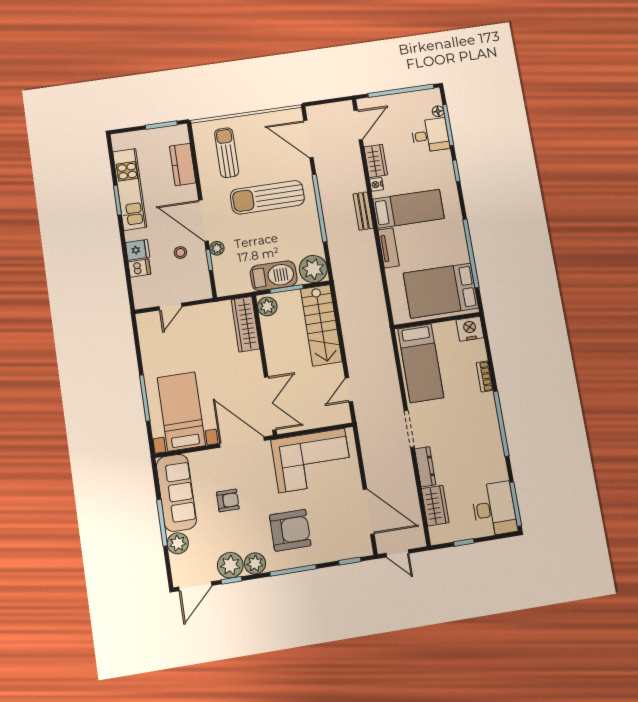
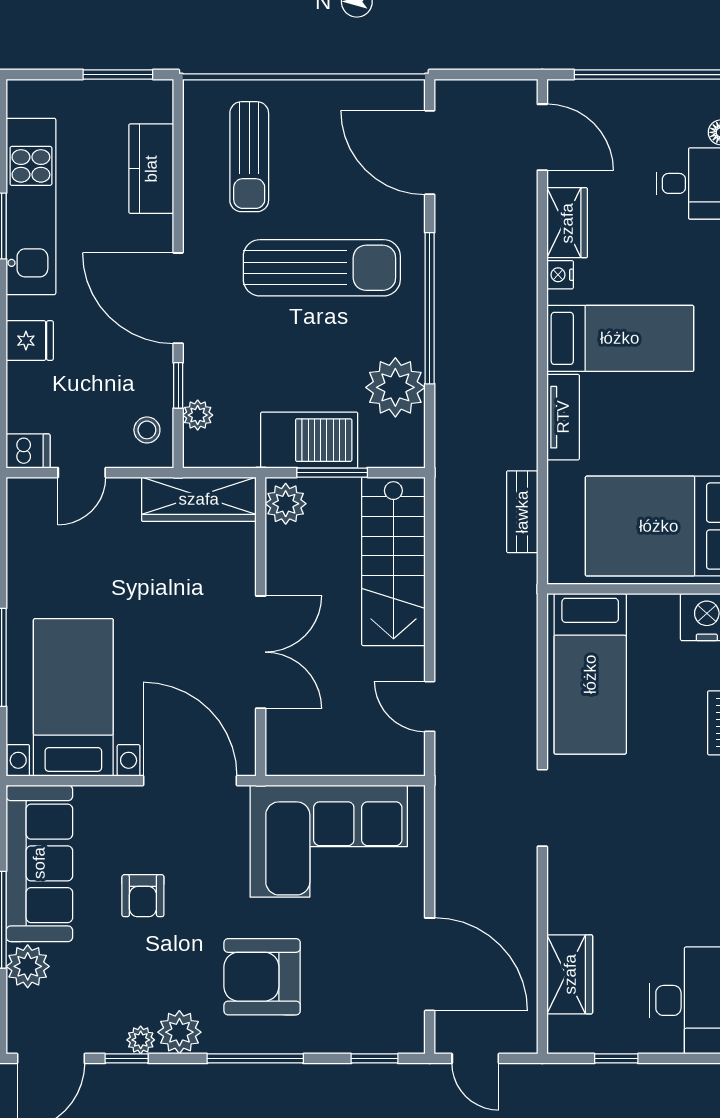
door: (358, 125) -> (542, 137), hinge flipped
sun lounger: (227, 153) -> (249, 157), turned 180
sun lounger: (267, 197) -> (322, 268), turned 180
bench: (363, 211) -> (522, 512), moved
plant: (217, 248) -> (198, 415), moved
stool: (180, 252) -> (147, 430), moved
dishwasher: (139, 268) -> (28, 451), moved
plant: (313, 269) -> (395, 387), moved
wardrobe: (245, 324) -> (199, 499), moved, turned -90
door: (349, 390) -> (430, 706), hinge flipped
double door: (270, 403) -> (261, 652), moved
dresser: (425, 467) -> (563, 891), removed
armchair: (228, 500) -> (143, 896), turned 90
armchair: (290, 530) -> (262, 977), turned 180
plant: (230, 565) -> (141, 1040), width x0.53, depth x0.53

